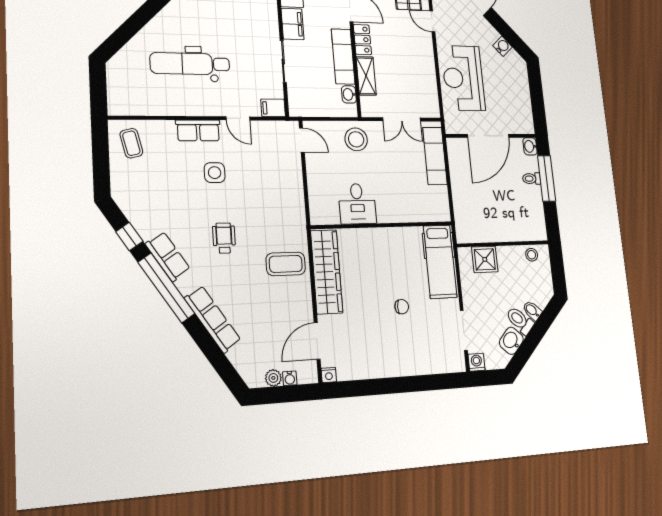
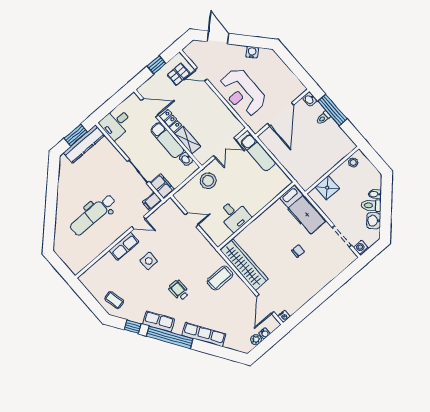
filing cabinet: (293, 24) -> (162, 186), moved
door: (302, 140) -> (192, 220), moved
coffee table: (131, 143) -> (114, 300), moved

